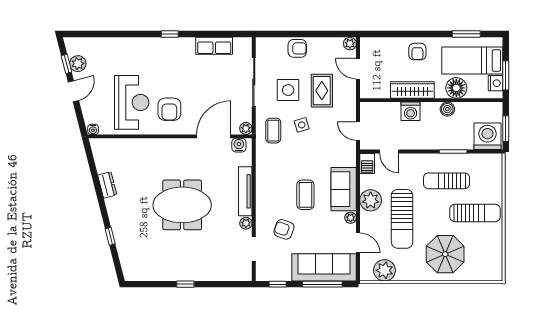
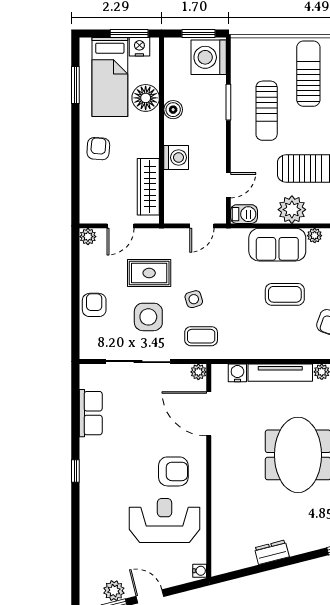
armchair: (417, 52) -> (98, 149), turned -86
wardrobe: (412, 90) -> (148, 187), moved
water cooler: (239, 145) -> (237, 373), moved, turned 90

